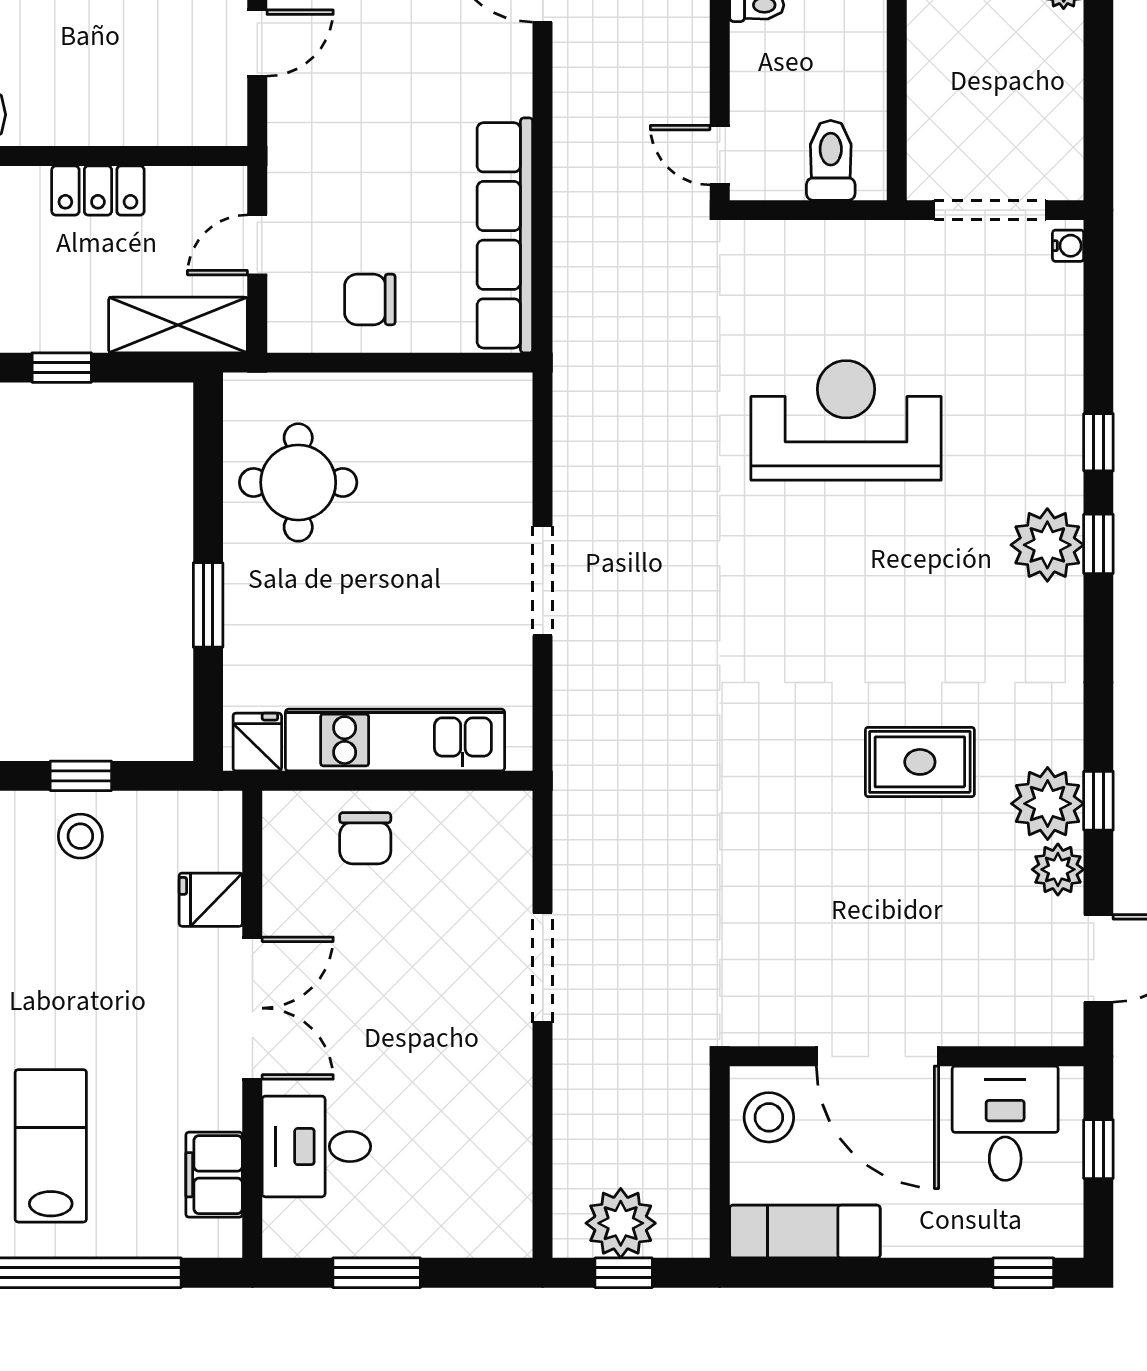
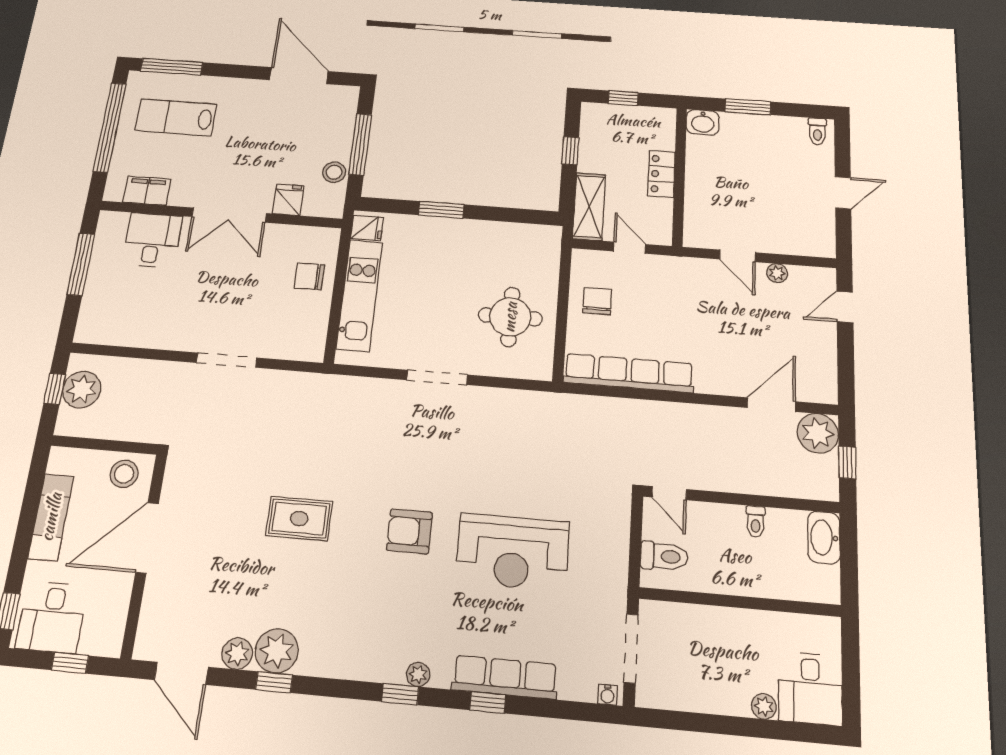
door: (720, 155) -> (669, 493), swing flipped
row of seats: (1055, 417) -> (505, 677), added
reception desk: (846, 420) -> (512, 552), turned 90
round table: (298, 482) -> (510, 317), moved
window: (1098, 544) -> (400, 694), moved
plant: (1047, 545) -> (418, 674), width x0.53, depth x0.53
armchair: (826, 601) -> (409, 531), added
rug: (920, 762) -> (299, 518), moved, turned 90
window: (81, 776) -> (360, 144), width x2.17
stool: (80, 836) -> (334, 172), moved
desk: (1005, 1123) -> (52, 617), moved, turned 90
lab bench: (51, 1146) -> (176, 117), turned 180
exam couch: (805, 1232) -> (51, 517), moved
window: (377, 1273) -> (81, 264), width x1.44

